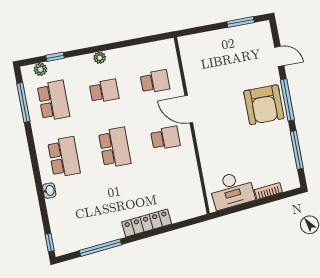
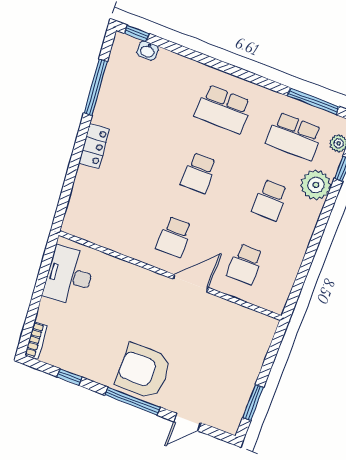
plant: (100, 58) -> (316, 185), moved, width x1.87, depth x1.87
school desk: (115, 148) -> (199, 173), width x0.54
window: (297, 150) -> (70, 377), width x0.46
washbasin: (49, 191) -> (148, 51), moved
bookcase: (268, 191) -> (36, 340), moved
locker: (147, 223) -> (94, 146), width x0.66

